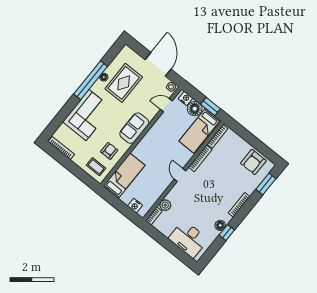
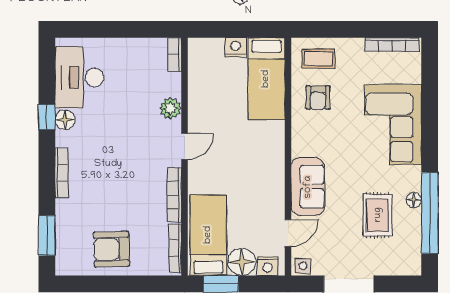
window: (91, 80) -> (430, 213), moved
rug: (124, 83) -> (378, 215), width x0.73, depth x0.70
sofa: (134, 128) -> (308, 187), moved
armchair: (253, 162) -> (111, 249), moved, turned -92
door: (180, 175) -> (184, 146), hinge flipped
plant: (165, 205) -> (170, 108), moved
nightstand: (135, 206) -> (236, 47), moved
desk: (188, 239) -> (79, 77), moved, turned -90

